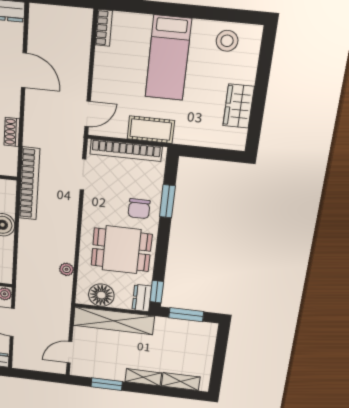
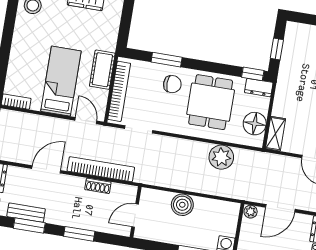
bed: (168, 58) -> (61, 81), moved, turned -90
bookcase: (29, 184) -> (101, 169), moved
plant: (67, 269) -> (221, 157), width x1.88, depth x1.88
window: (186, 315) -> (277, 49), width x0.67
shelving: (114, 321) -> (276, 134), width x0.45, depth x0.75

